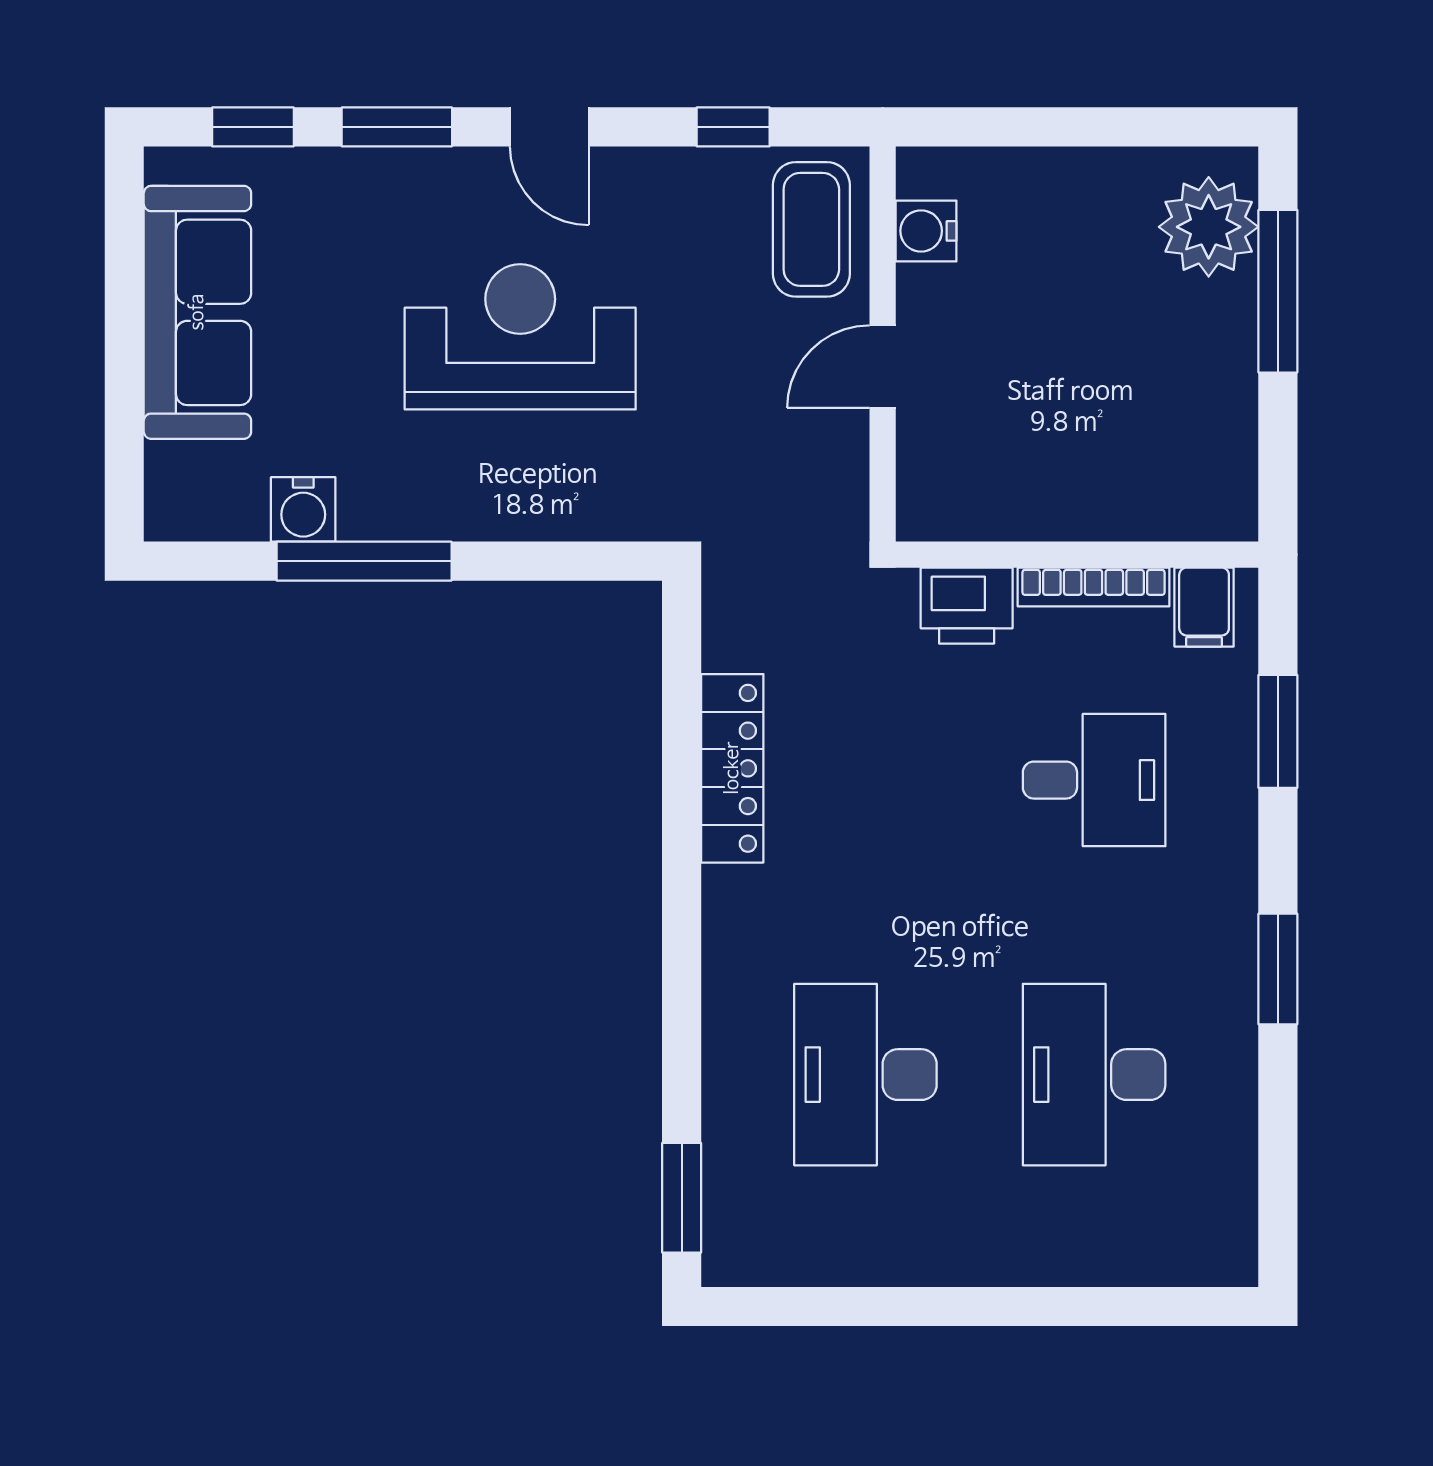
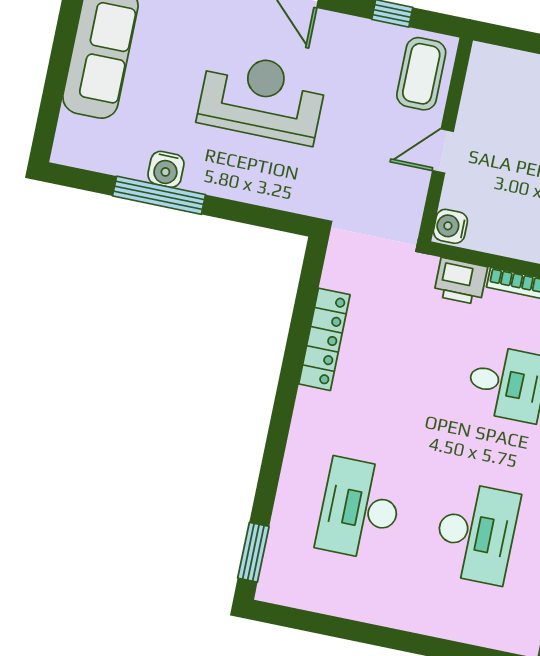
water cooler: (926, 231) -> (450, 226), moved
water cooler: (303, 509) -> (166, 169), moved
desk: (1094, 1075) -> (476, 533), turned 180

